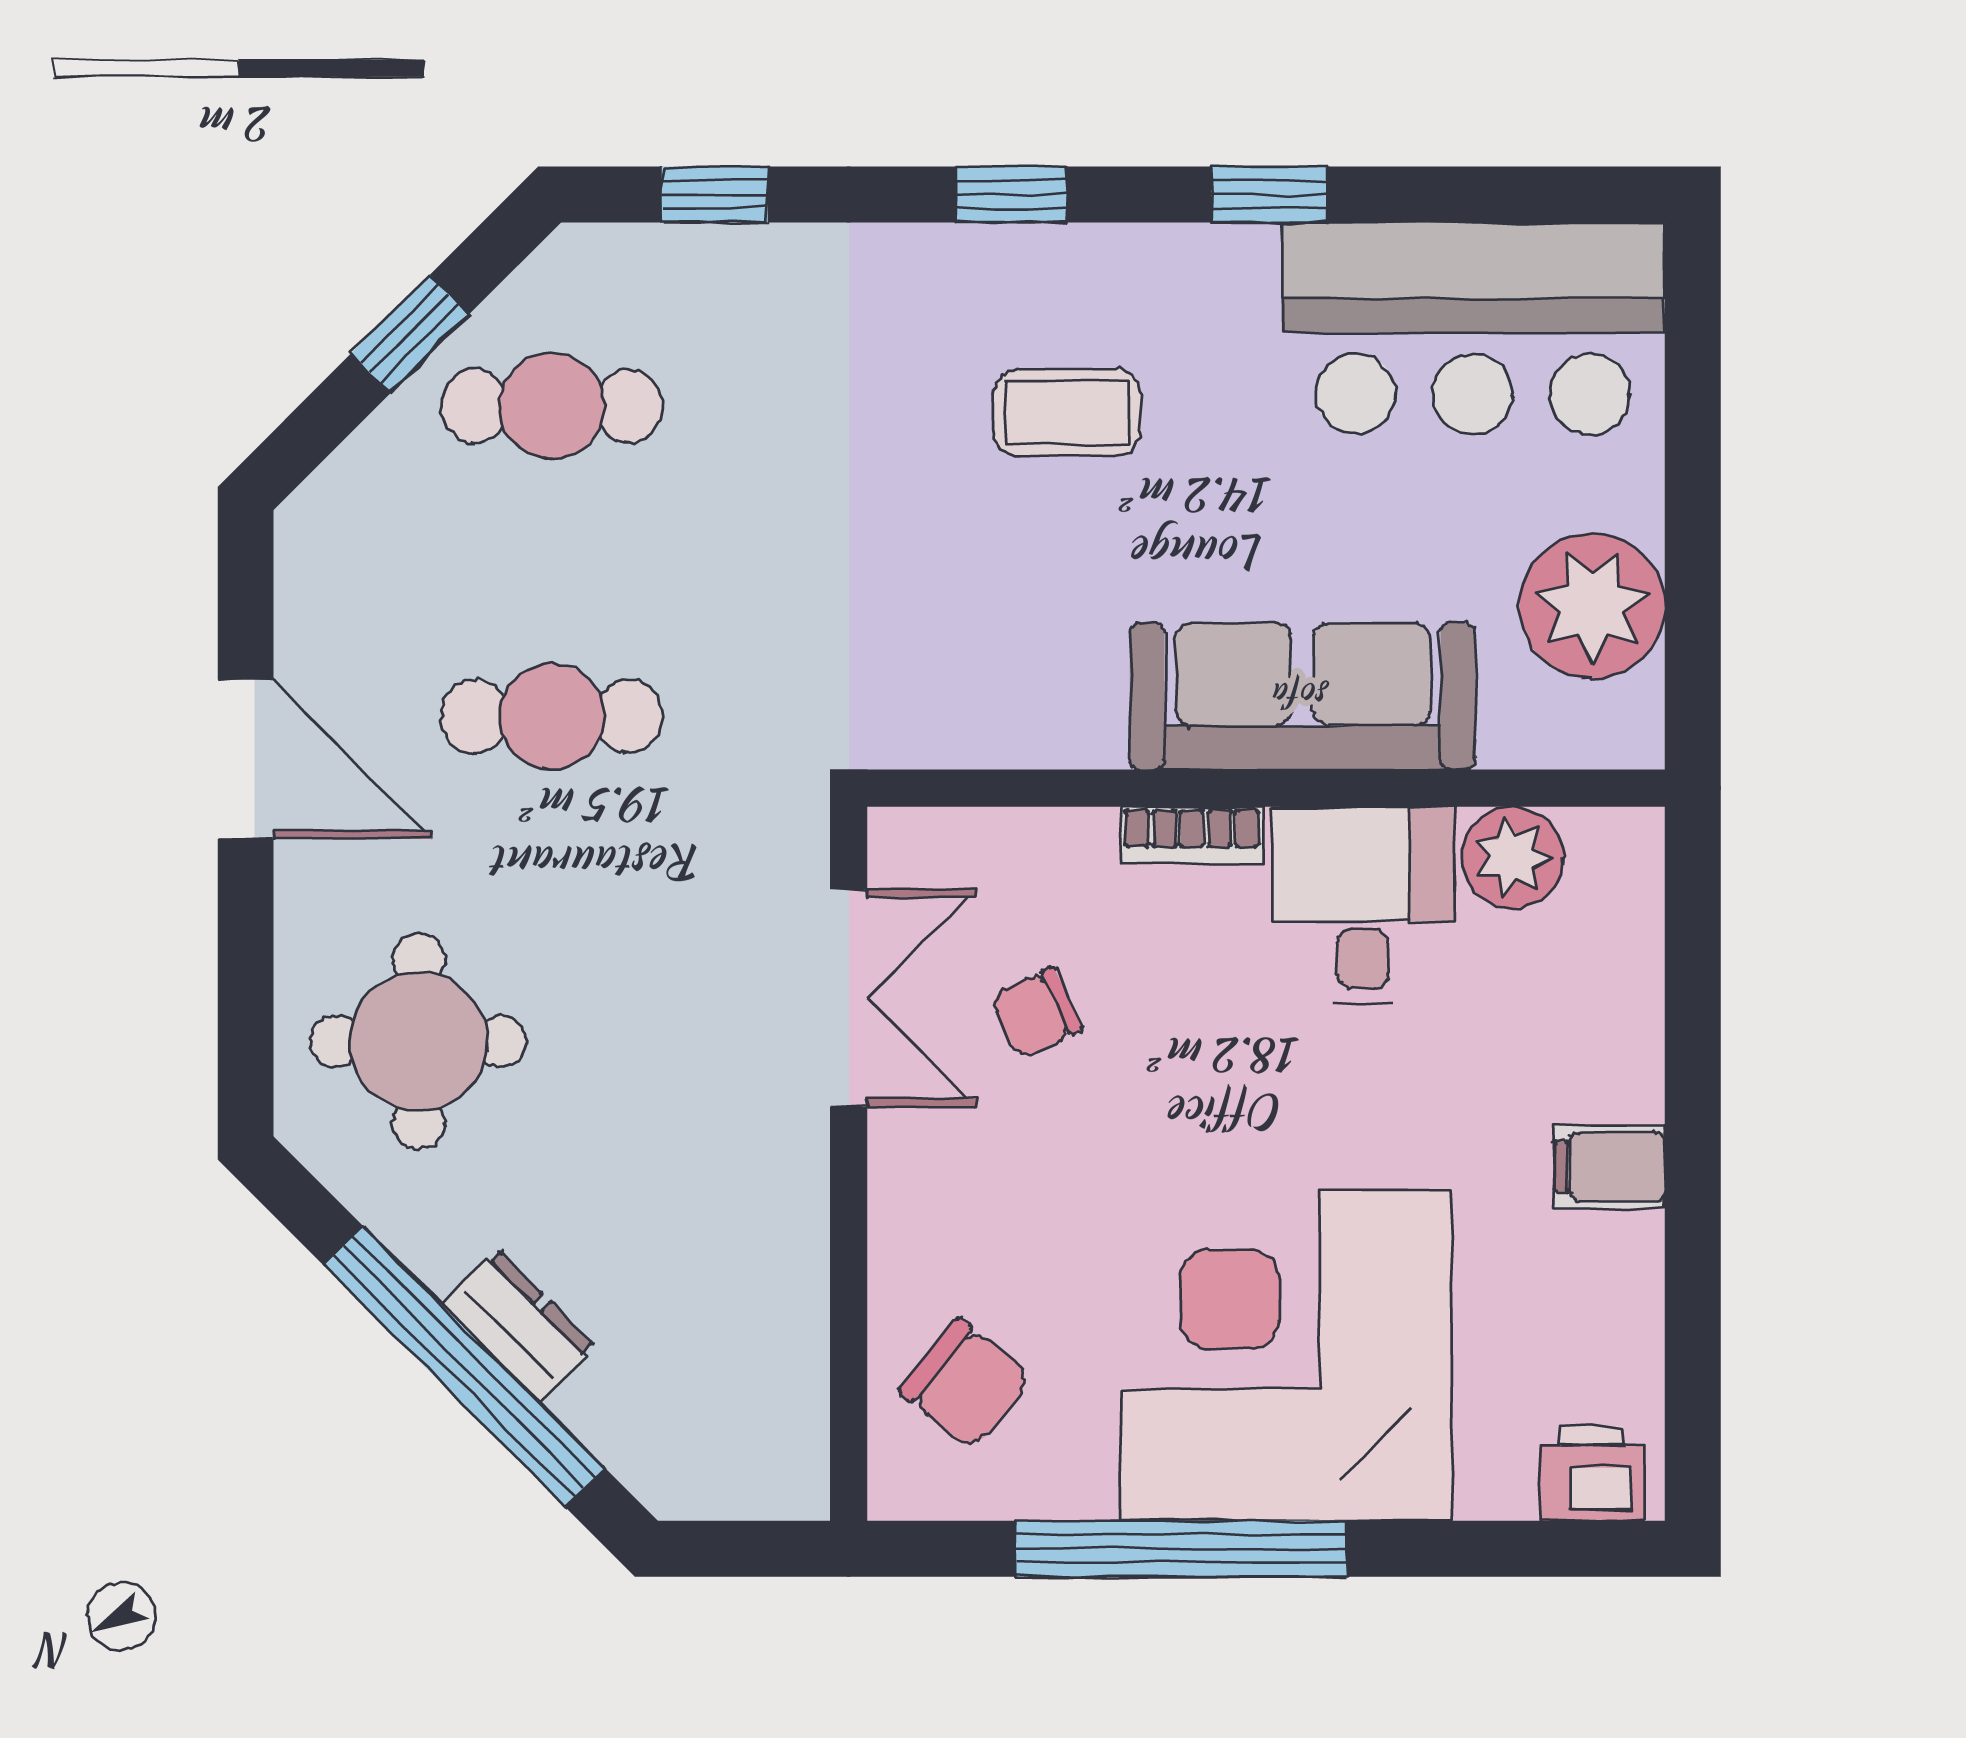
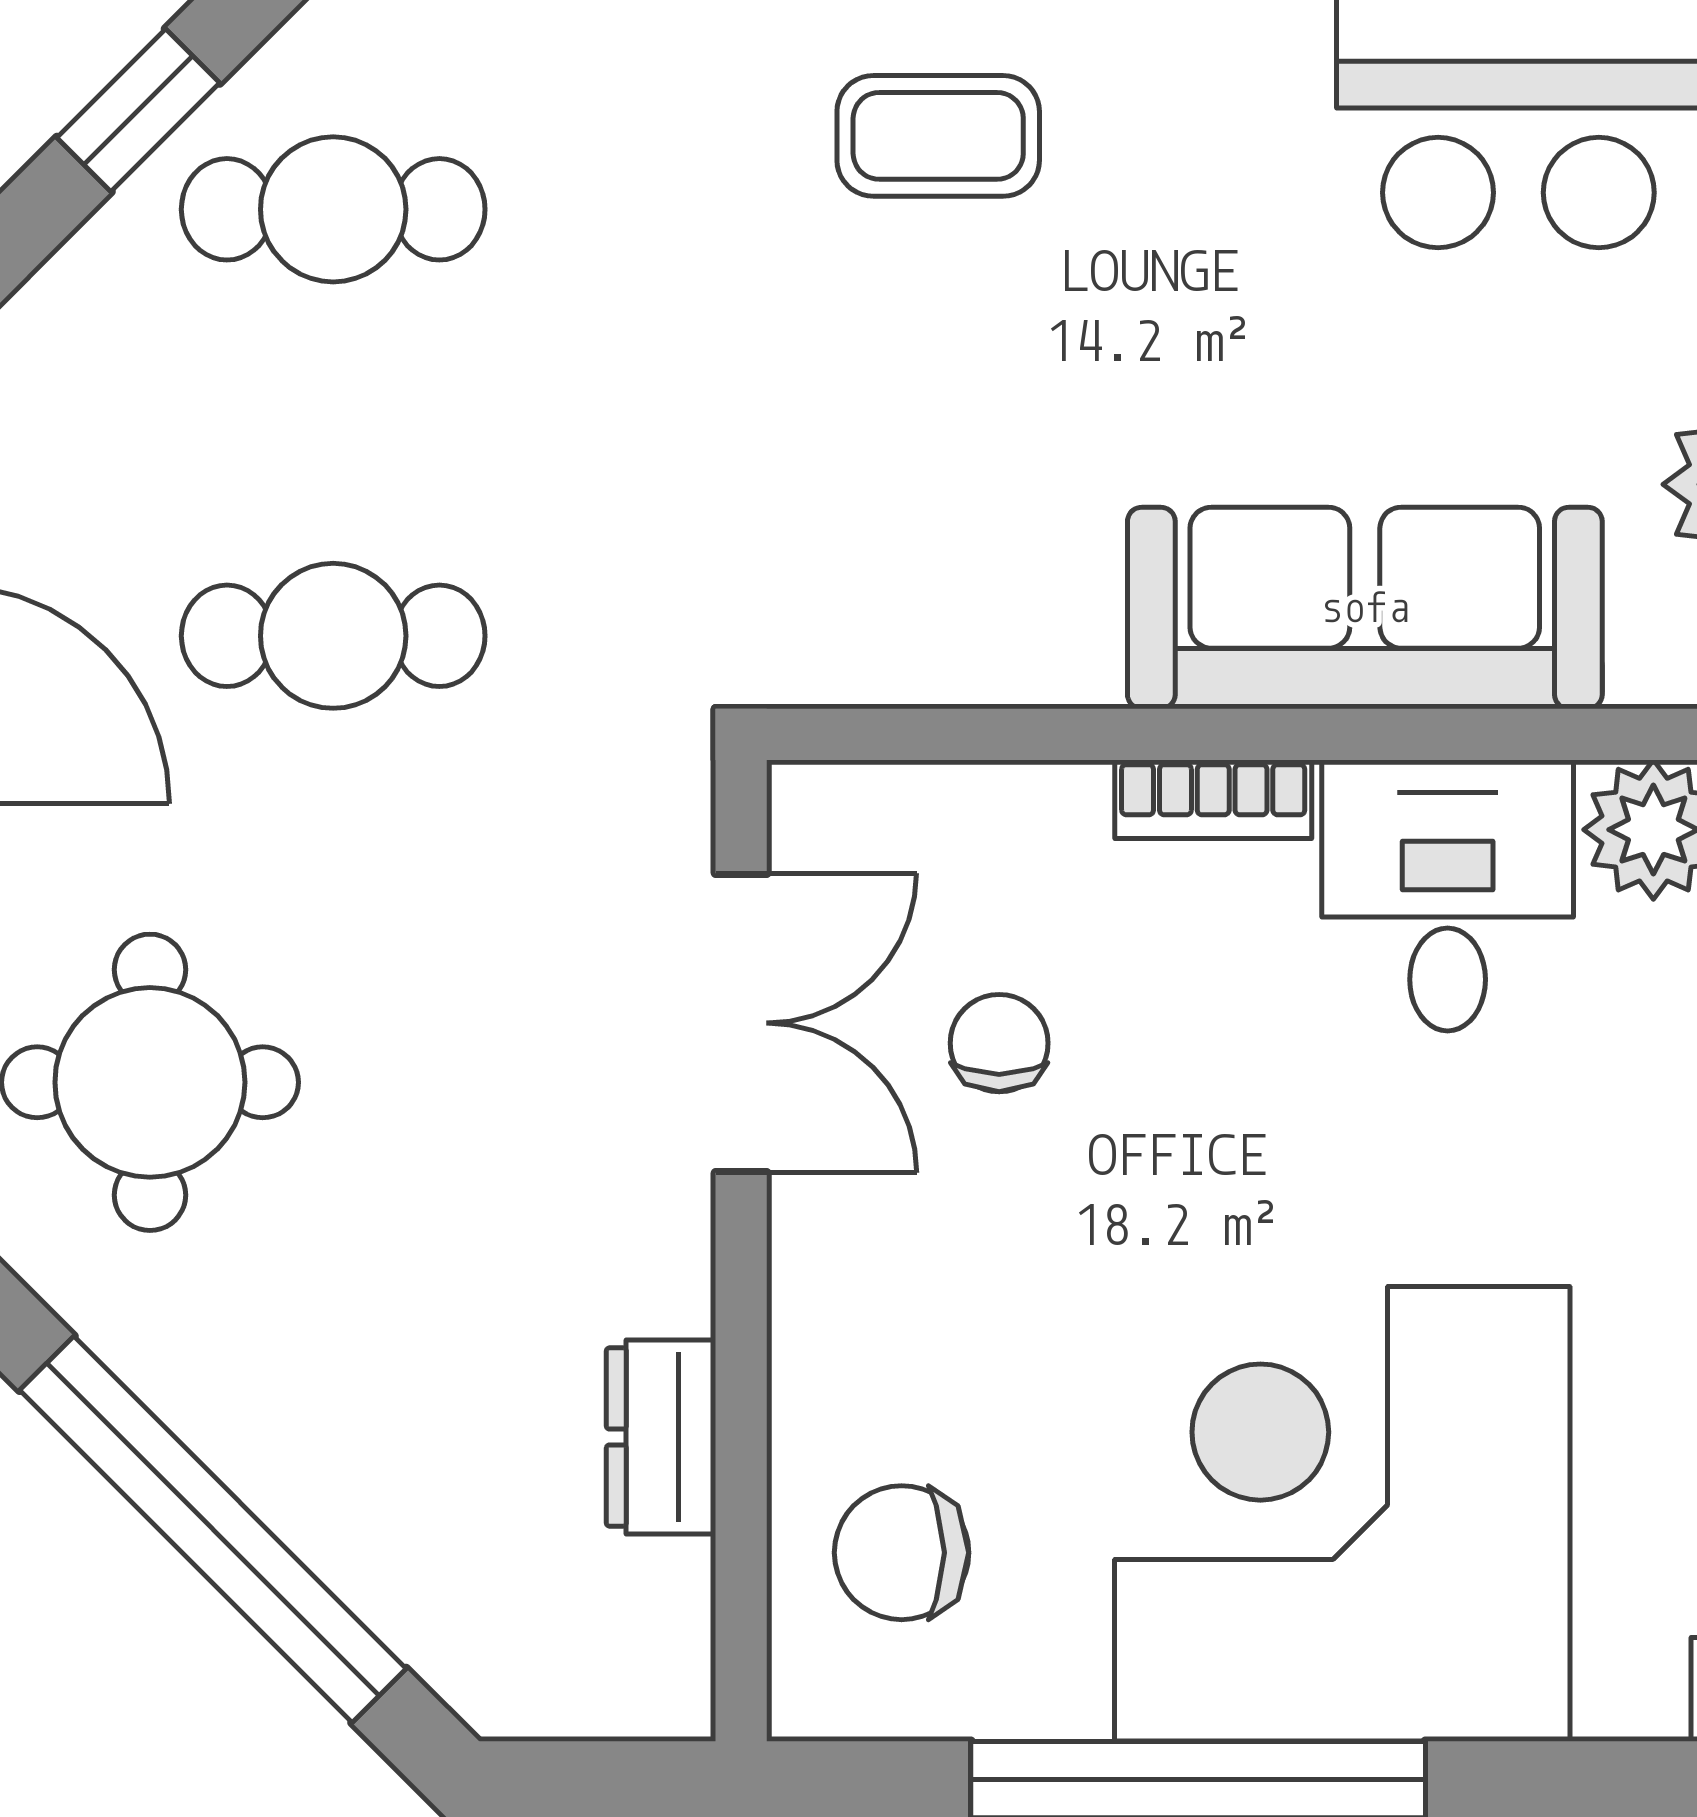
coffee table: (1067, 412) -> (938, 136), moved
chair: (1036, 1013) -> (999, 1043), turned 116
dresser: (519, 1325) -> (661, 1437), moved, turned -135
chair: (965, 1384) -> (902, 1553), turned 141

